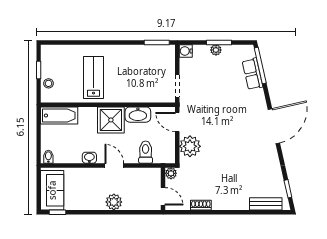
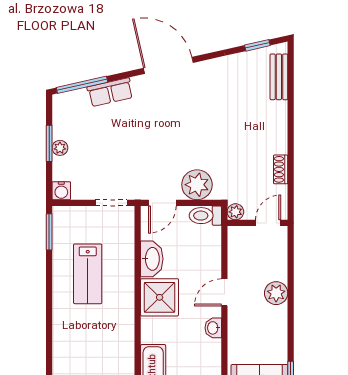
row of seats: (252, 74) -> (110, 92), moved
lab bench: (93, 77) -> (88, 274), moved, turned -90
toilet: (146, 152) -> (205, 216), moved

